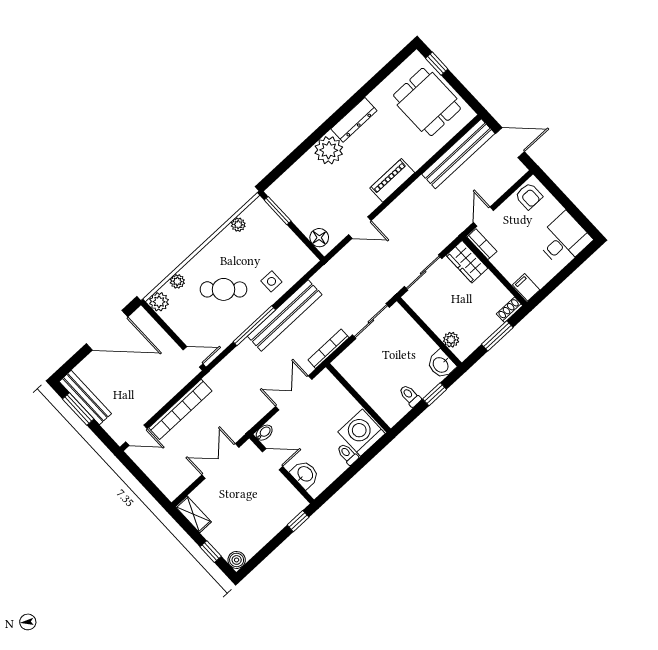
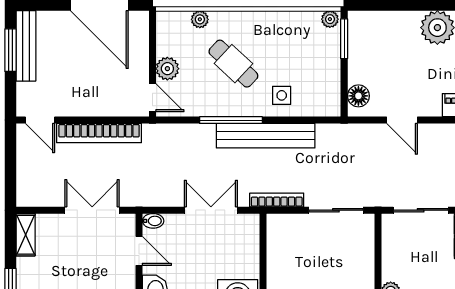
plant: (238, 225) -> (330, 19), moved
plant: (159, 302) -> (167, 69), moved

